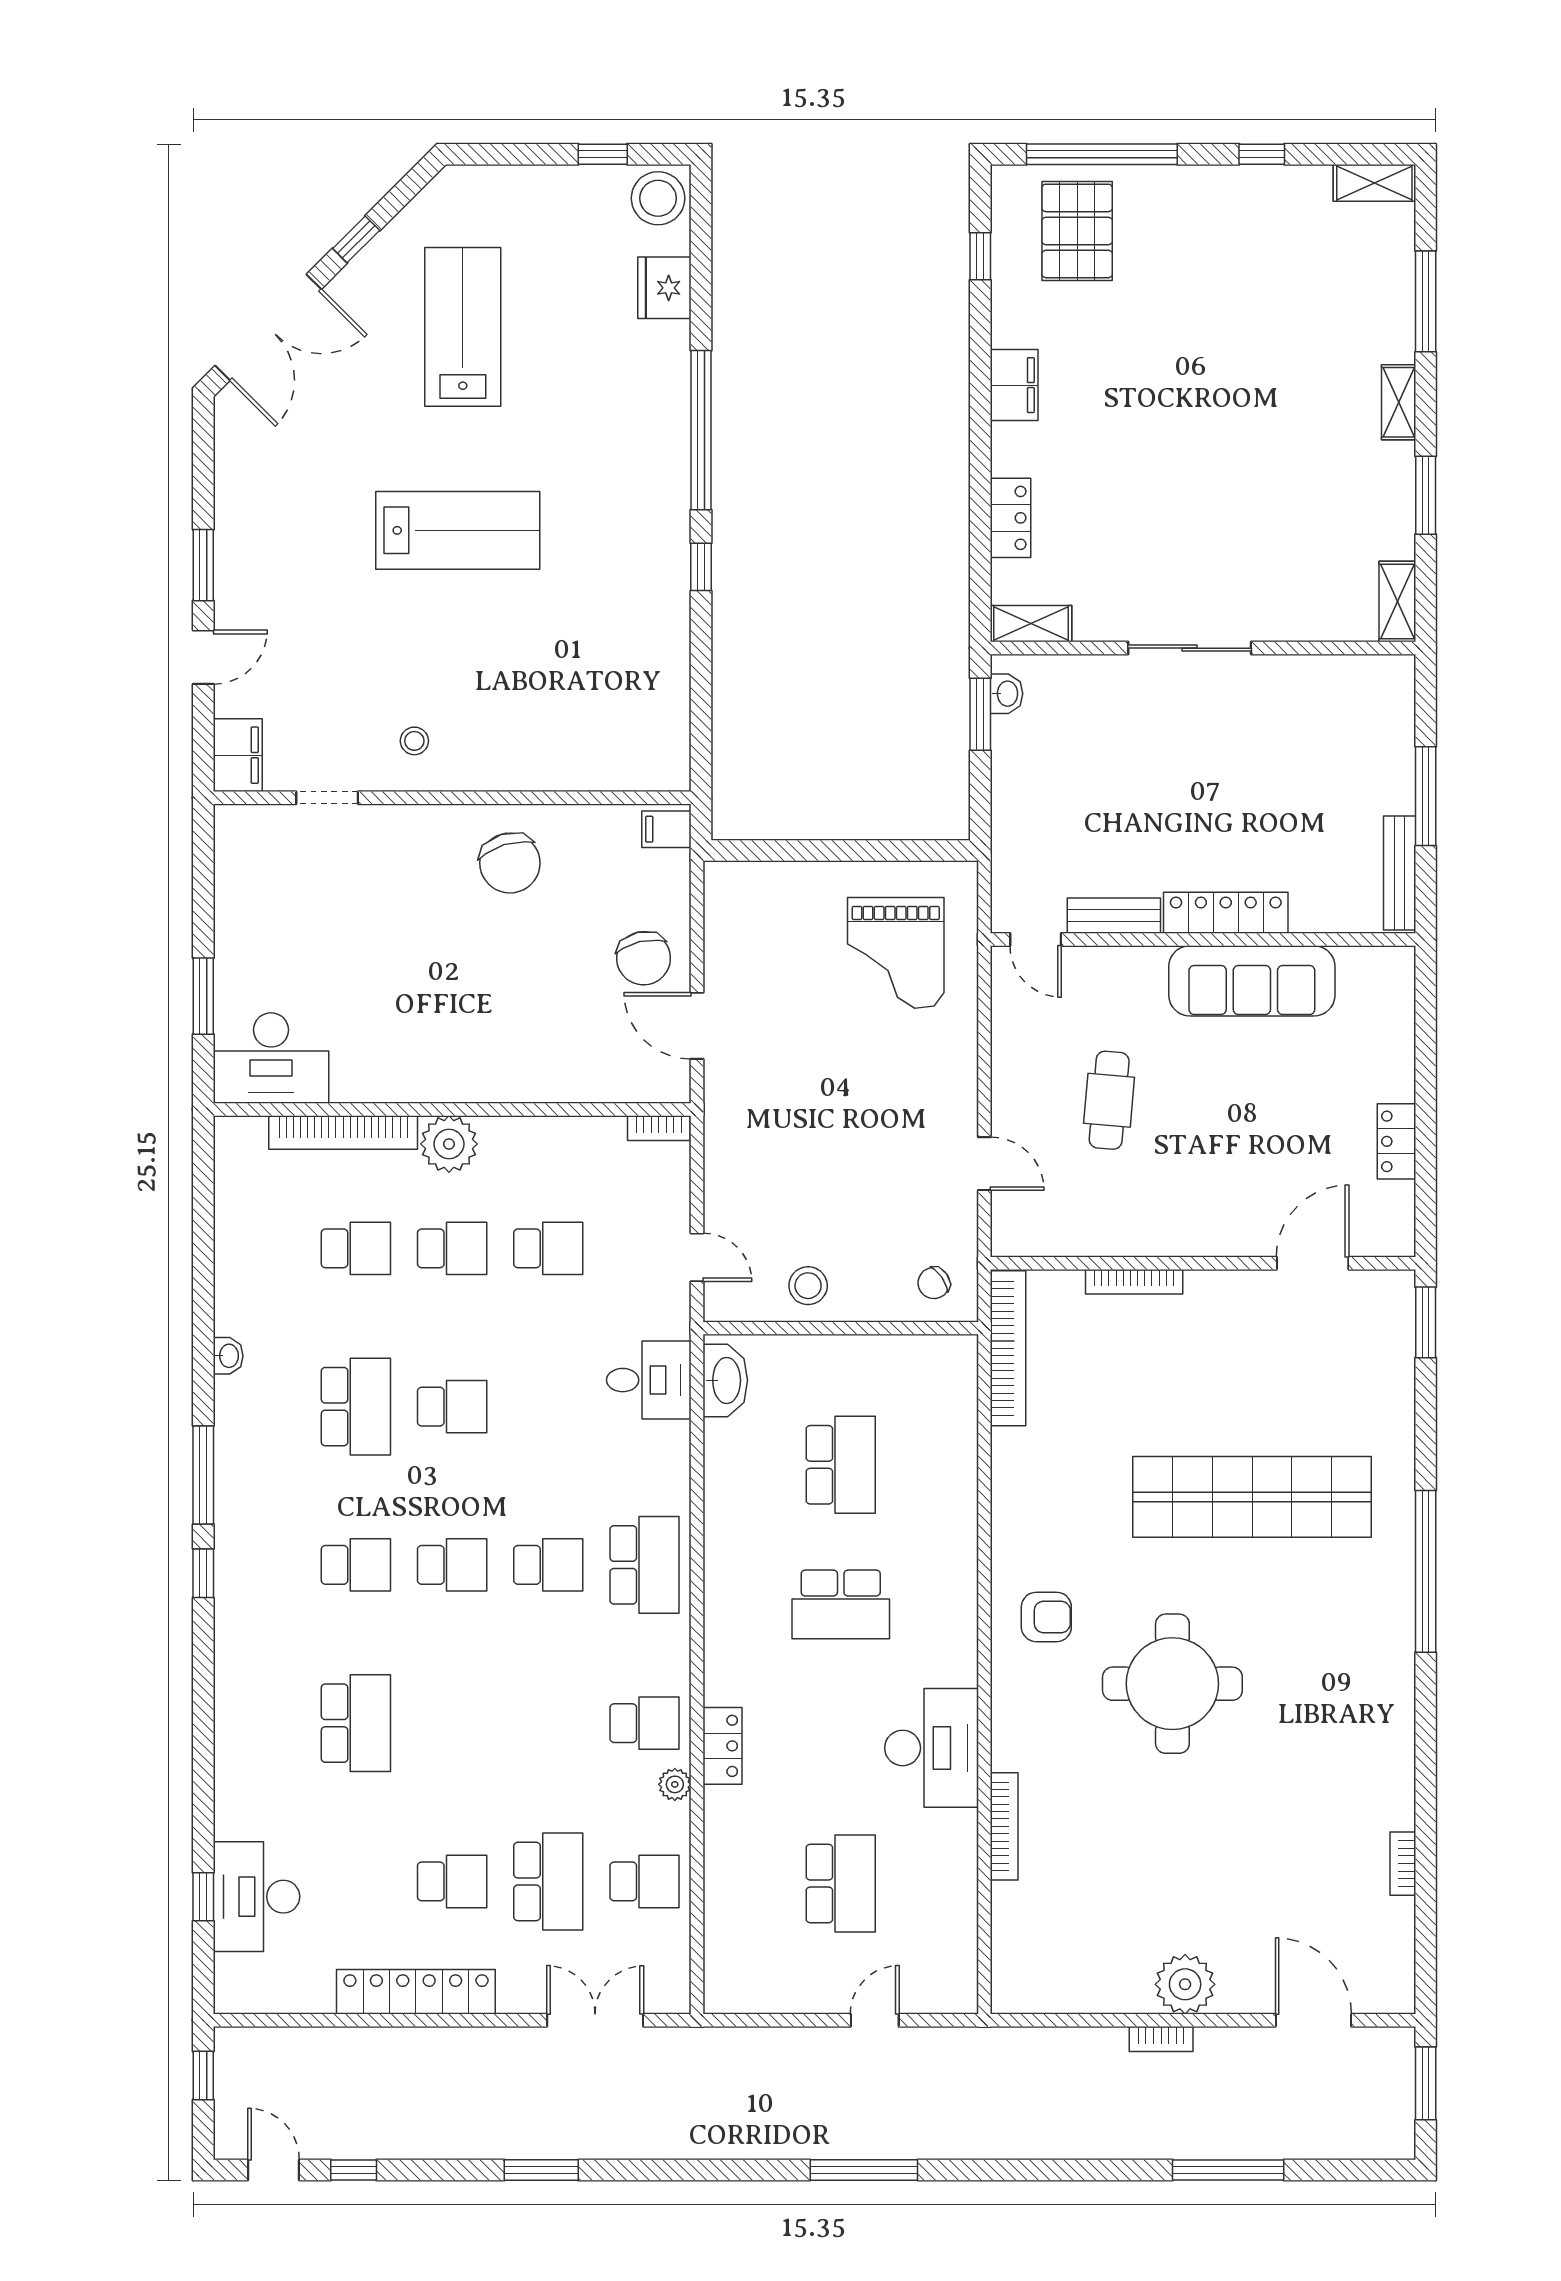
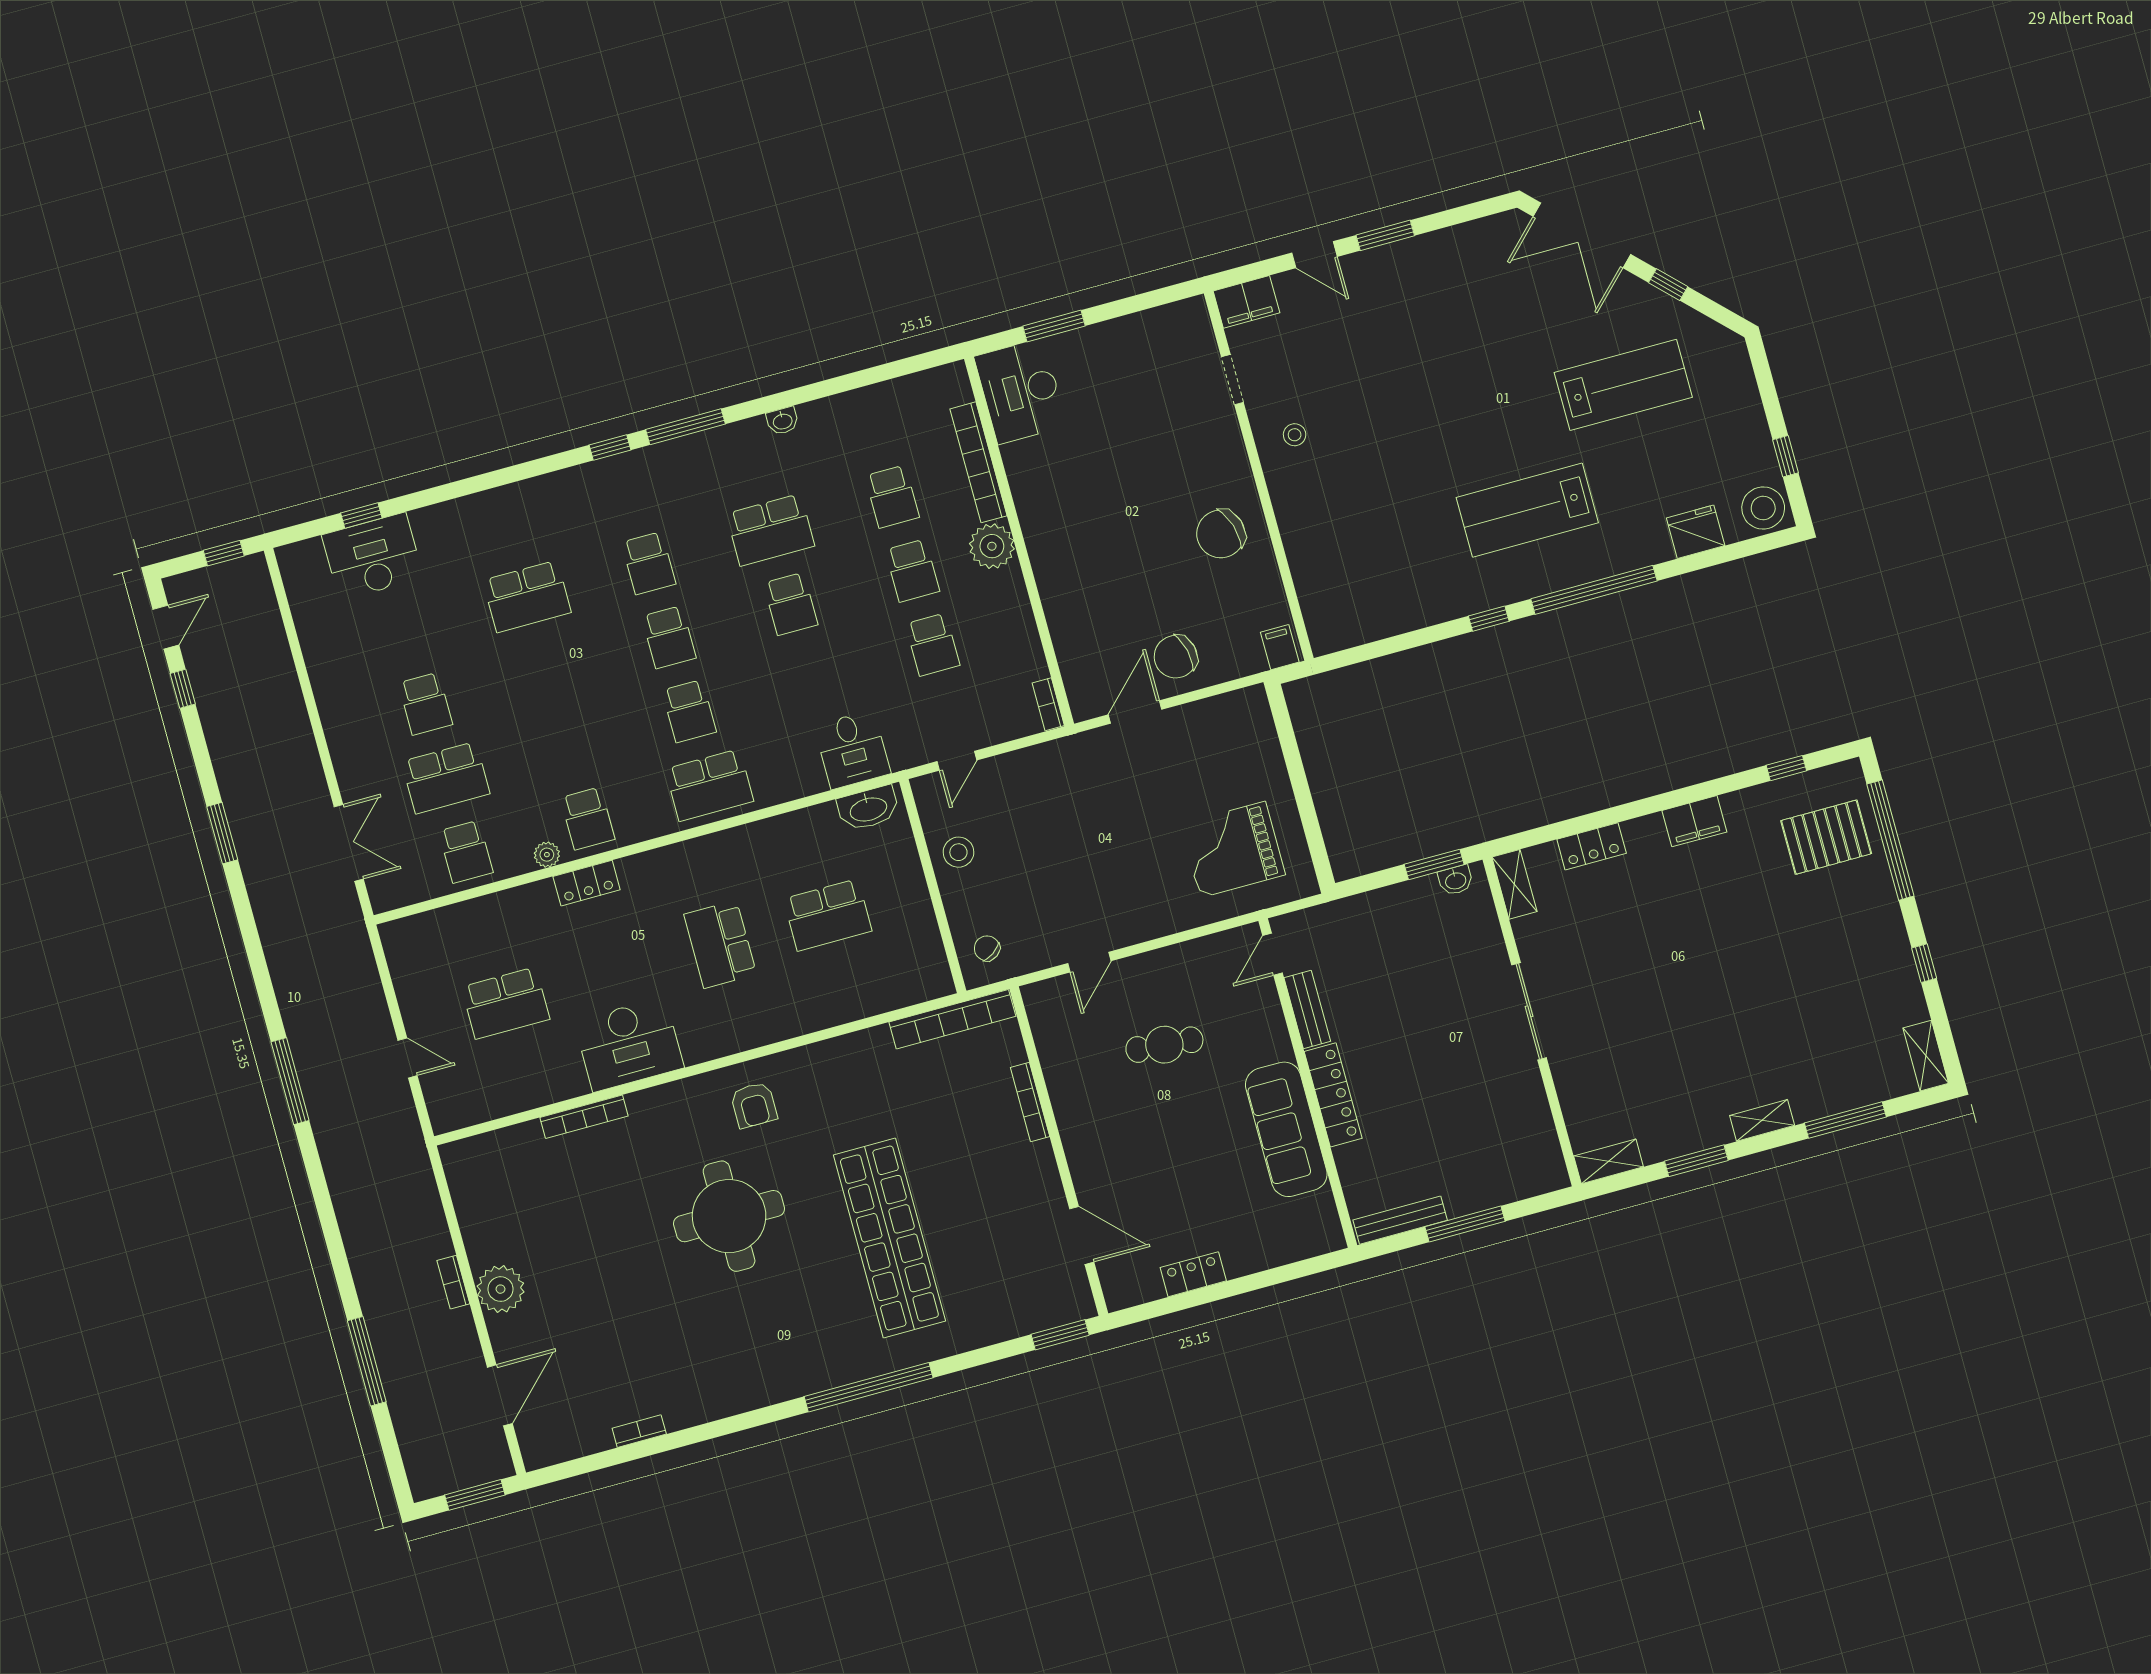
lab bench: (458, 530) -> (1527, 510), moved, turned 90
locker: (416, 1992) -> (333, 699), removed

